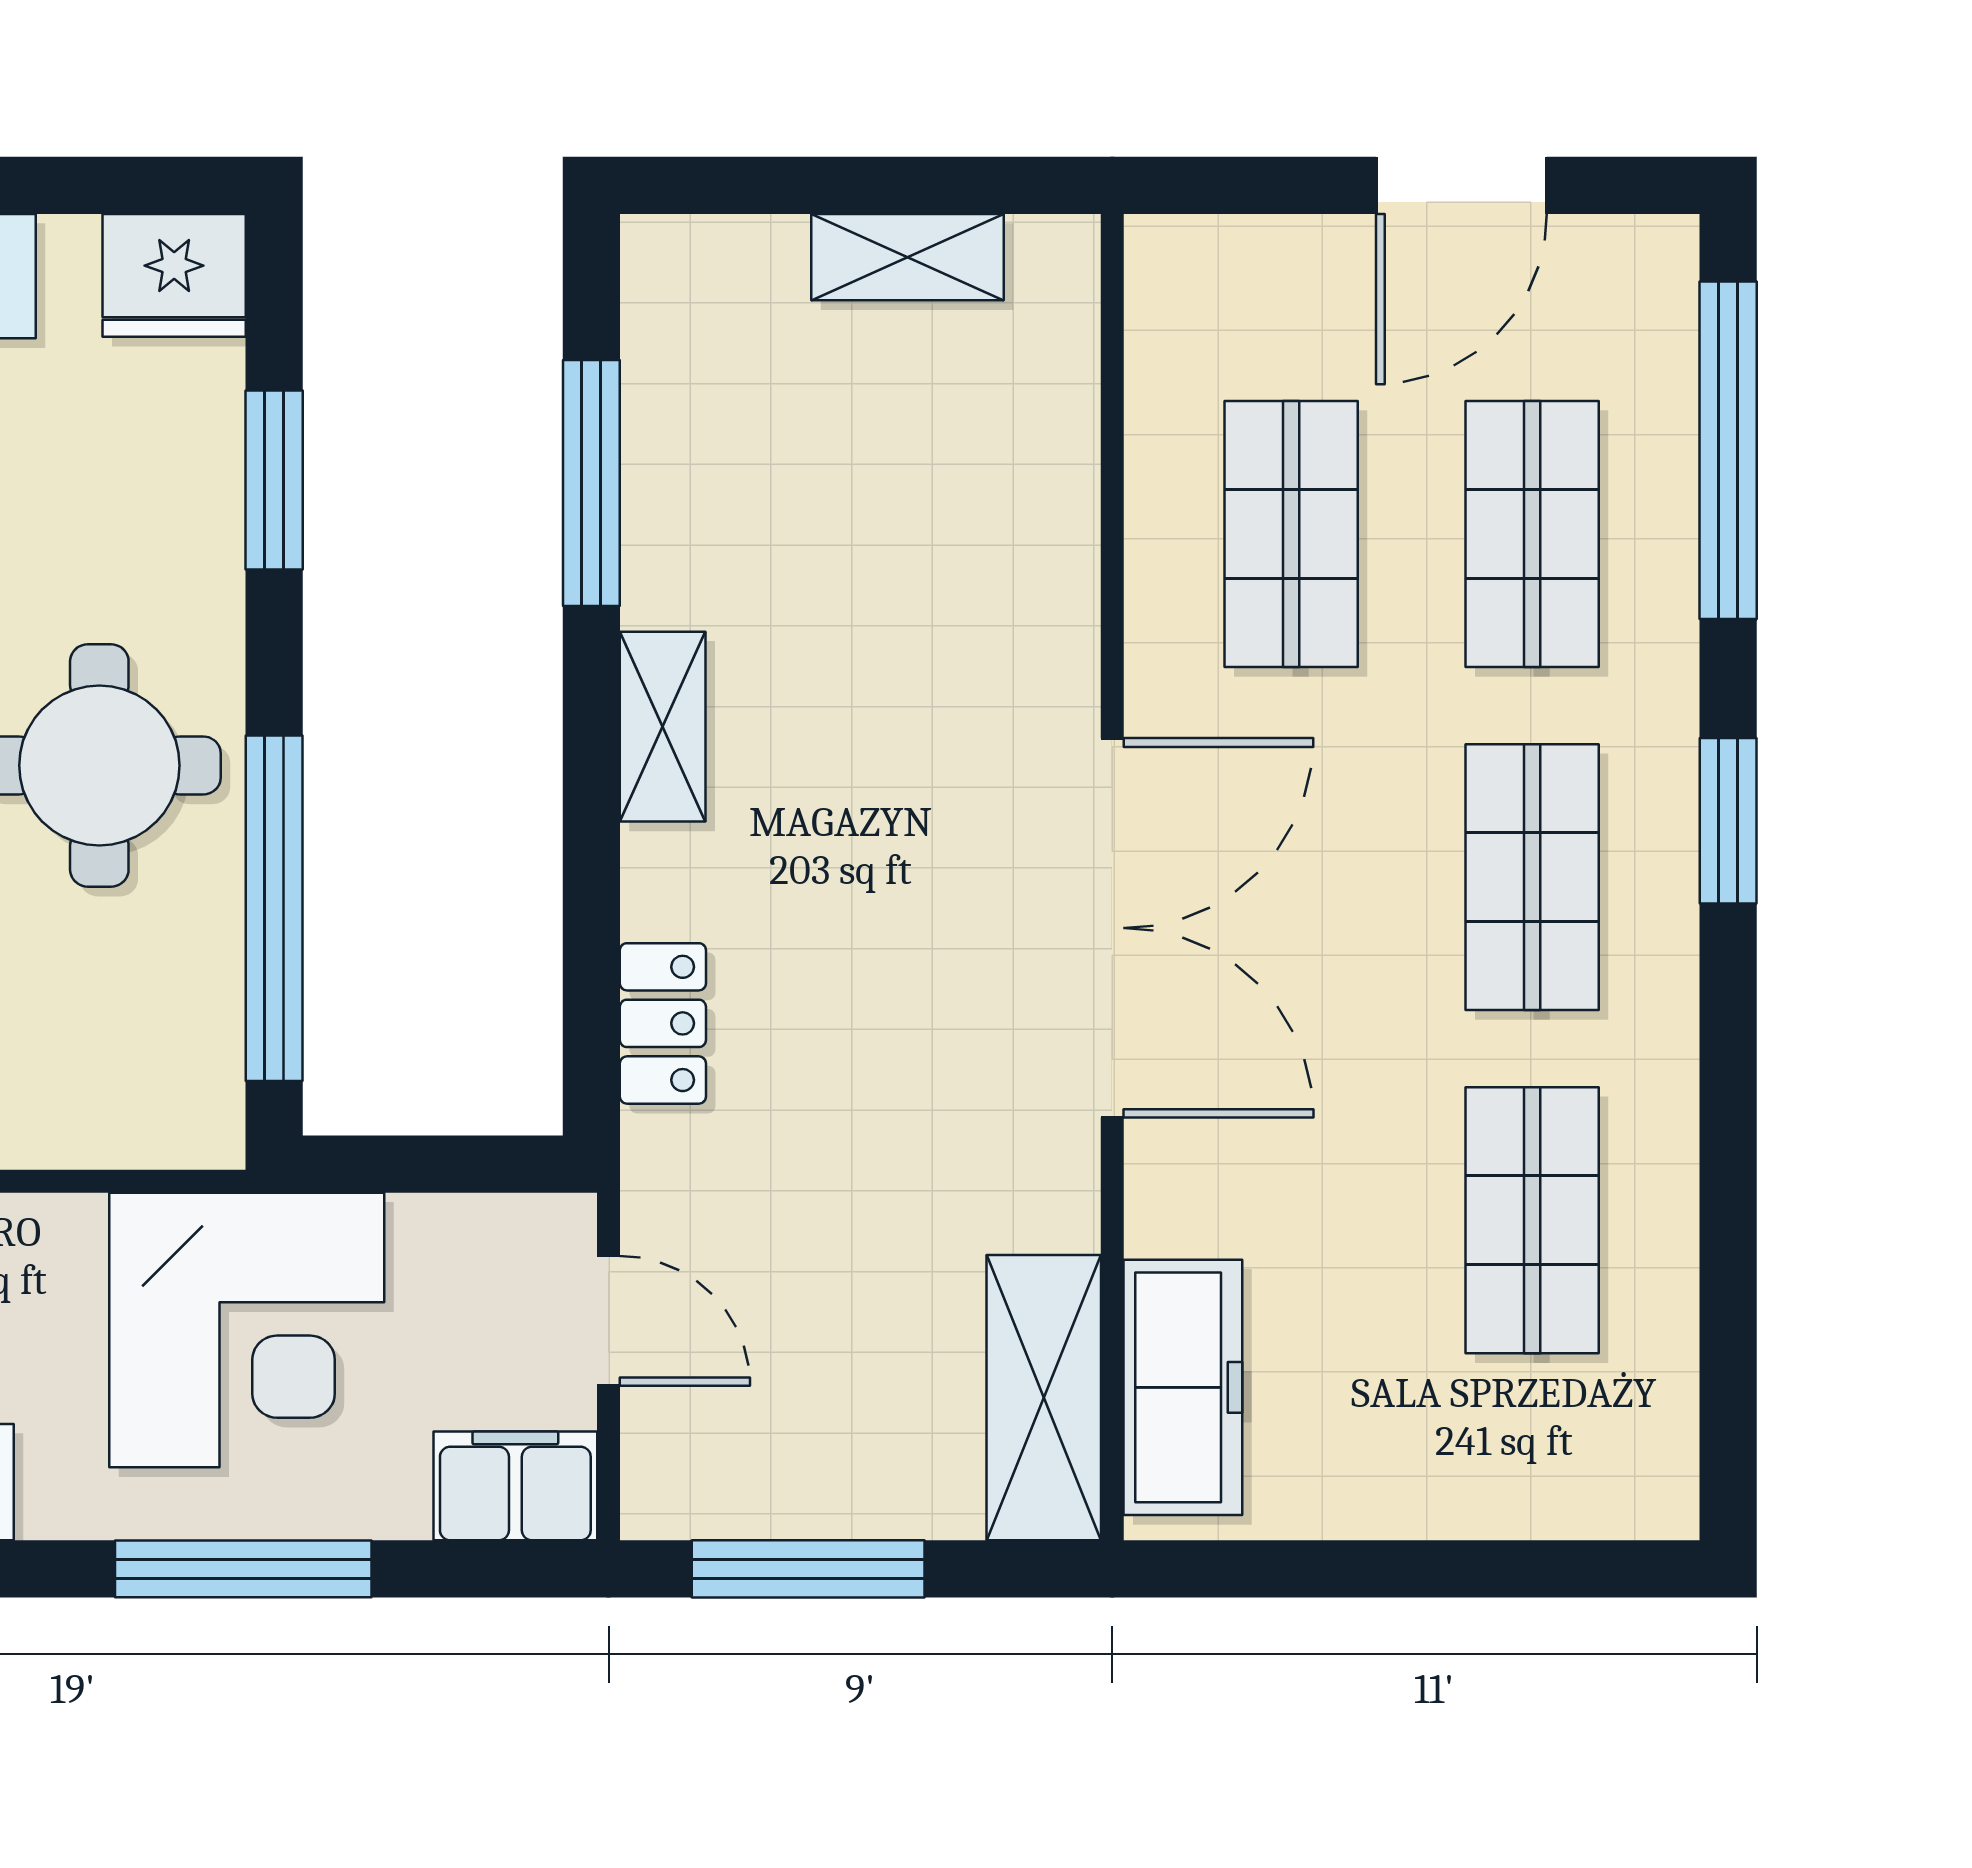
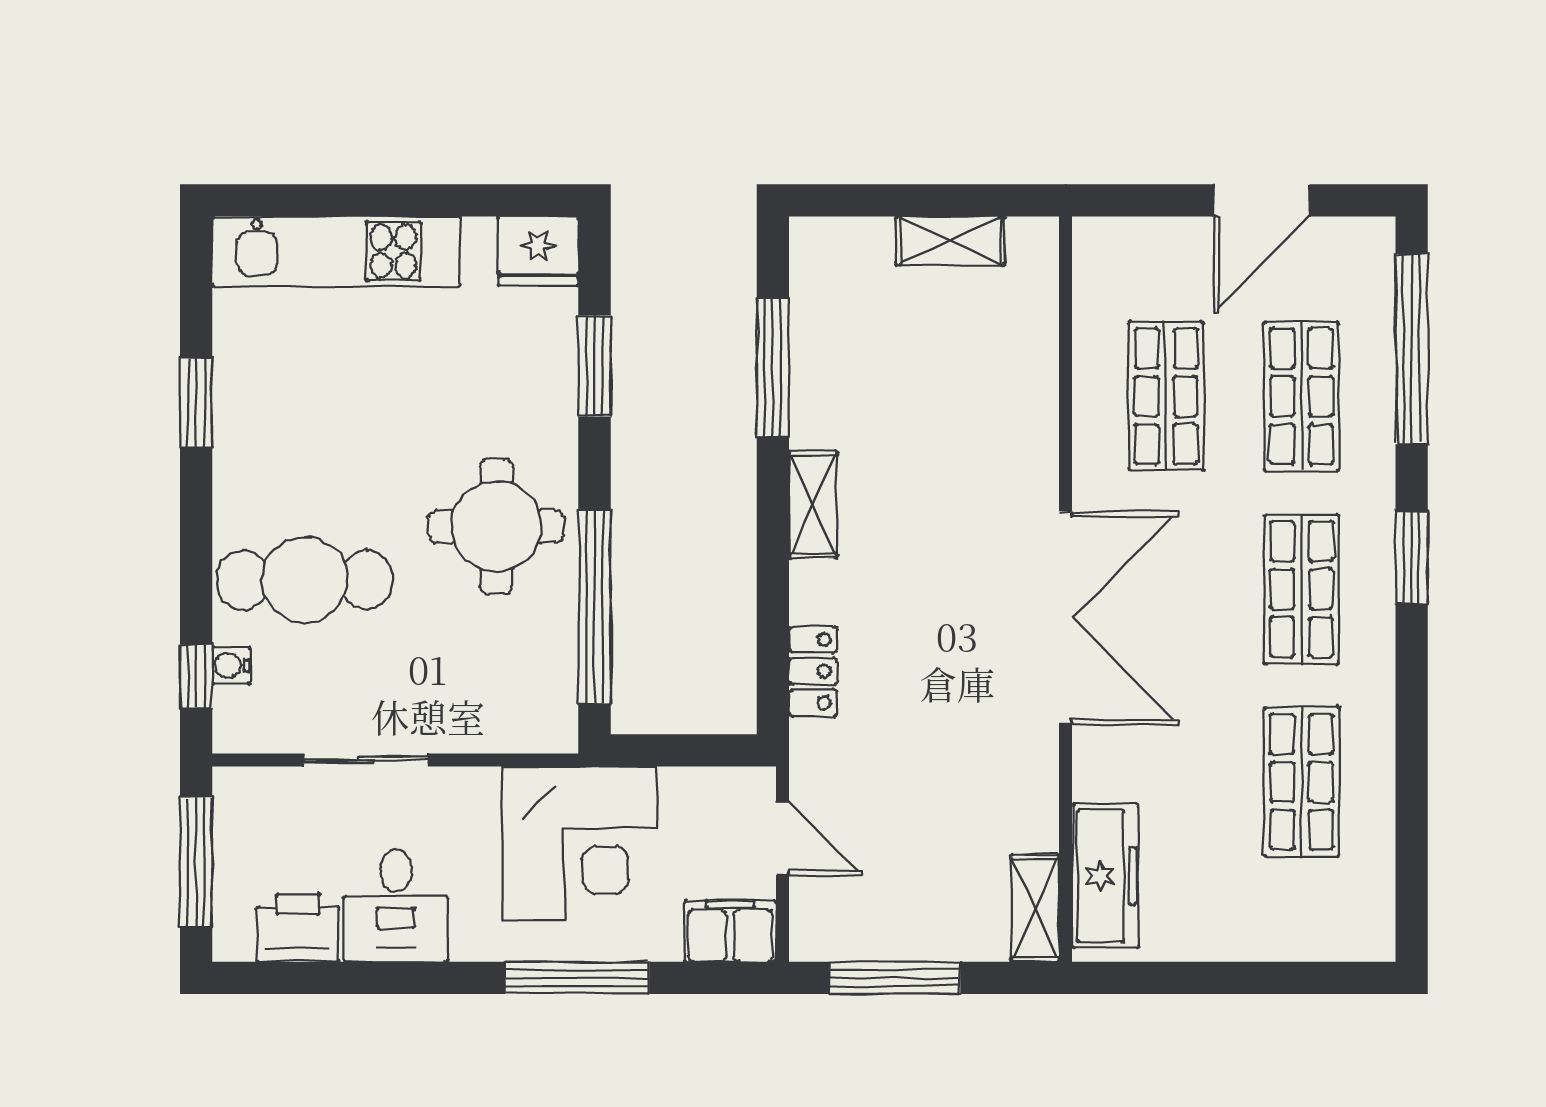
shelving: (1044, 1398) -> (1035, 908), width x0.67, depth x0.75

